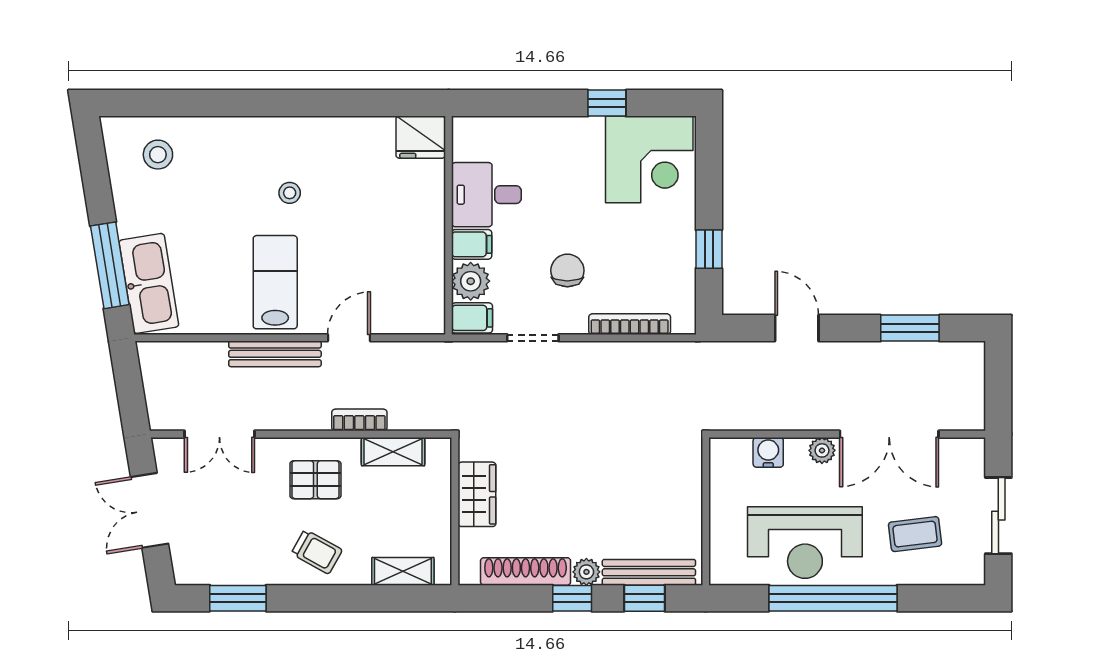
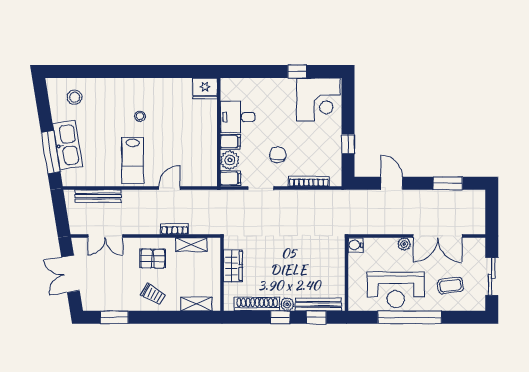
lab bench: (275, 282) -> (133, 161), turned 180
kitchen sink: (149, 283) -> (68, 145), moved
bench: (275, 354) -> (98, 196), moved
water cooler: (768, 452) -> (356, 245), moved, turned -90

